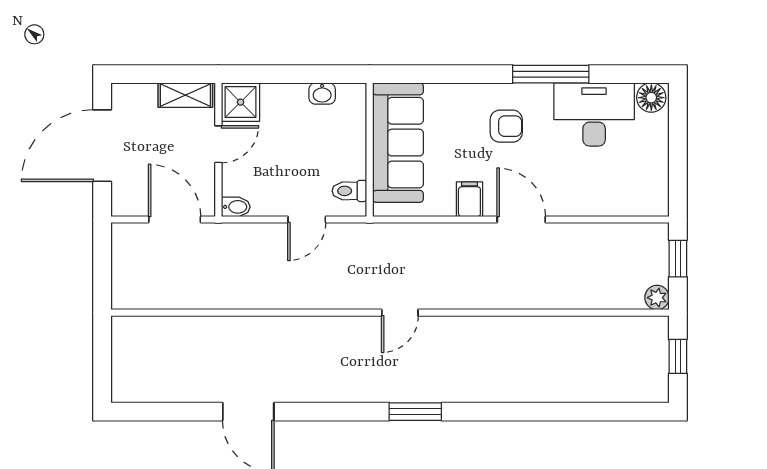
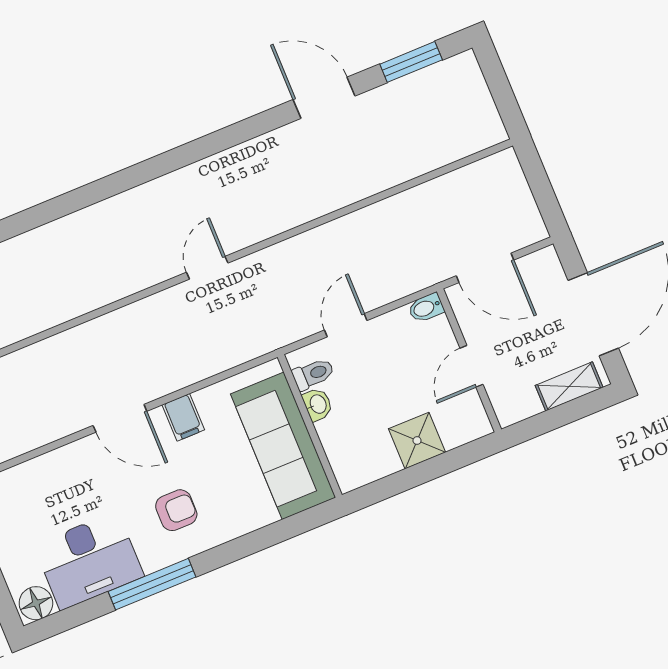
washbasin: (322, 94) -> (318, 404), moved, turned 90
shelving: (185, 95) -> (569, 386), moved
shower: (241, 102) -> (417, 441), moved
armchair: (506, 126) -> (176, 510), turned 180
window: (415, 412) -> (411, 62), moved

